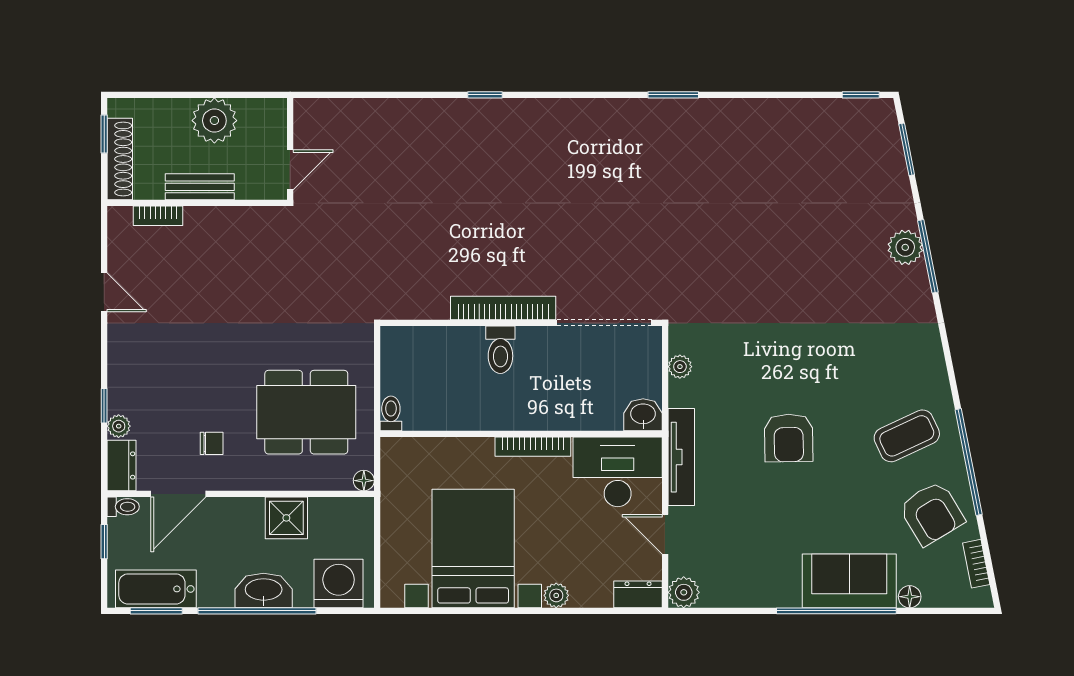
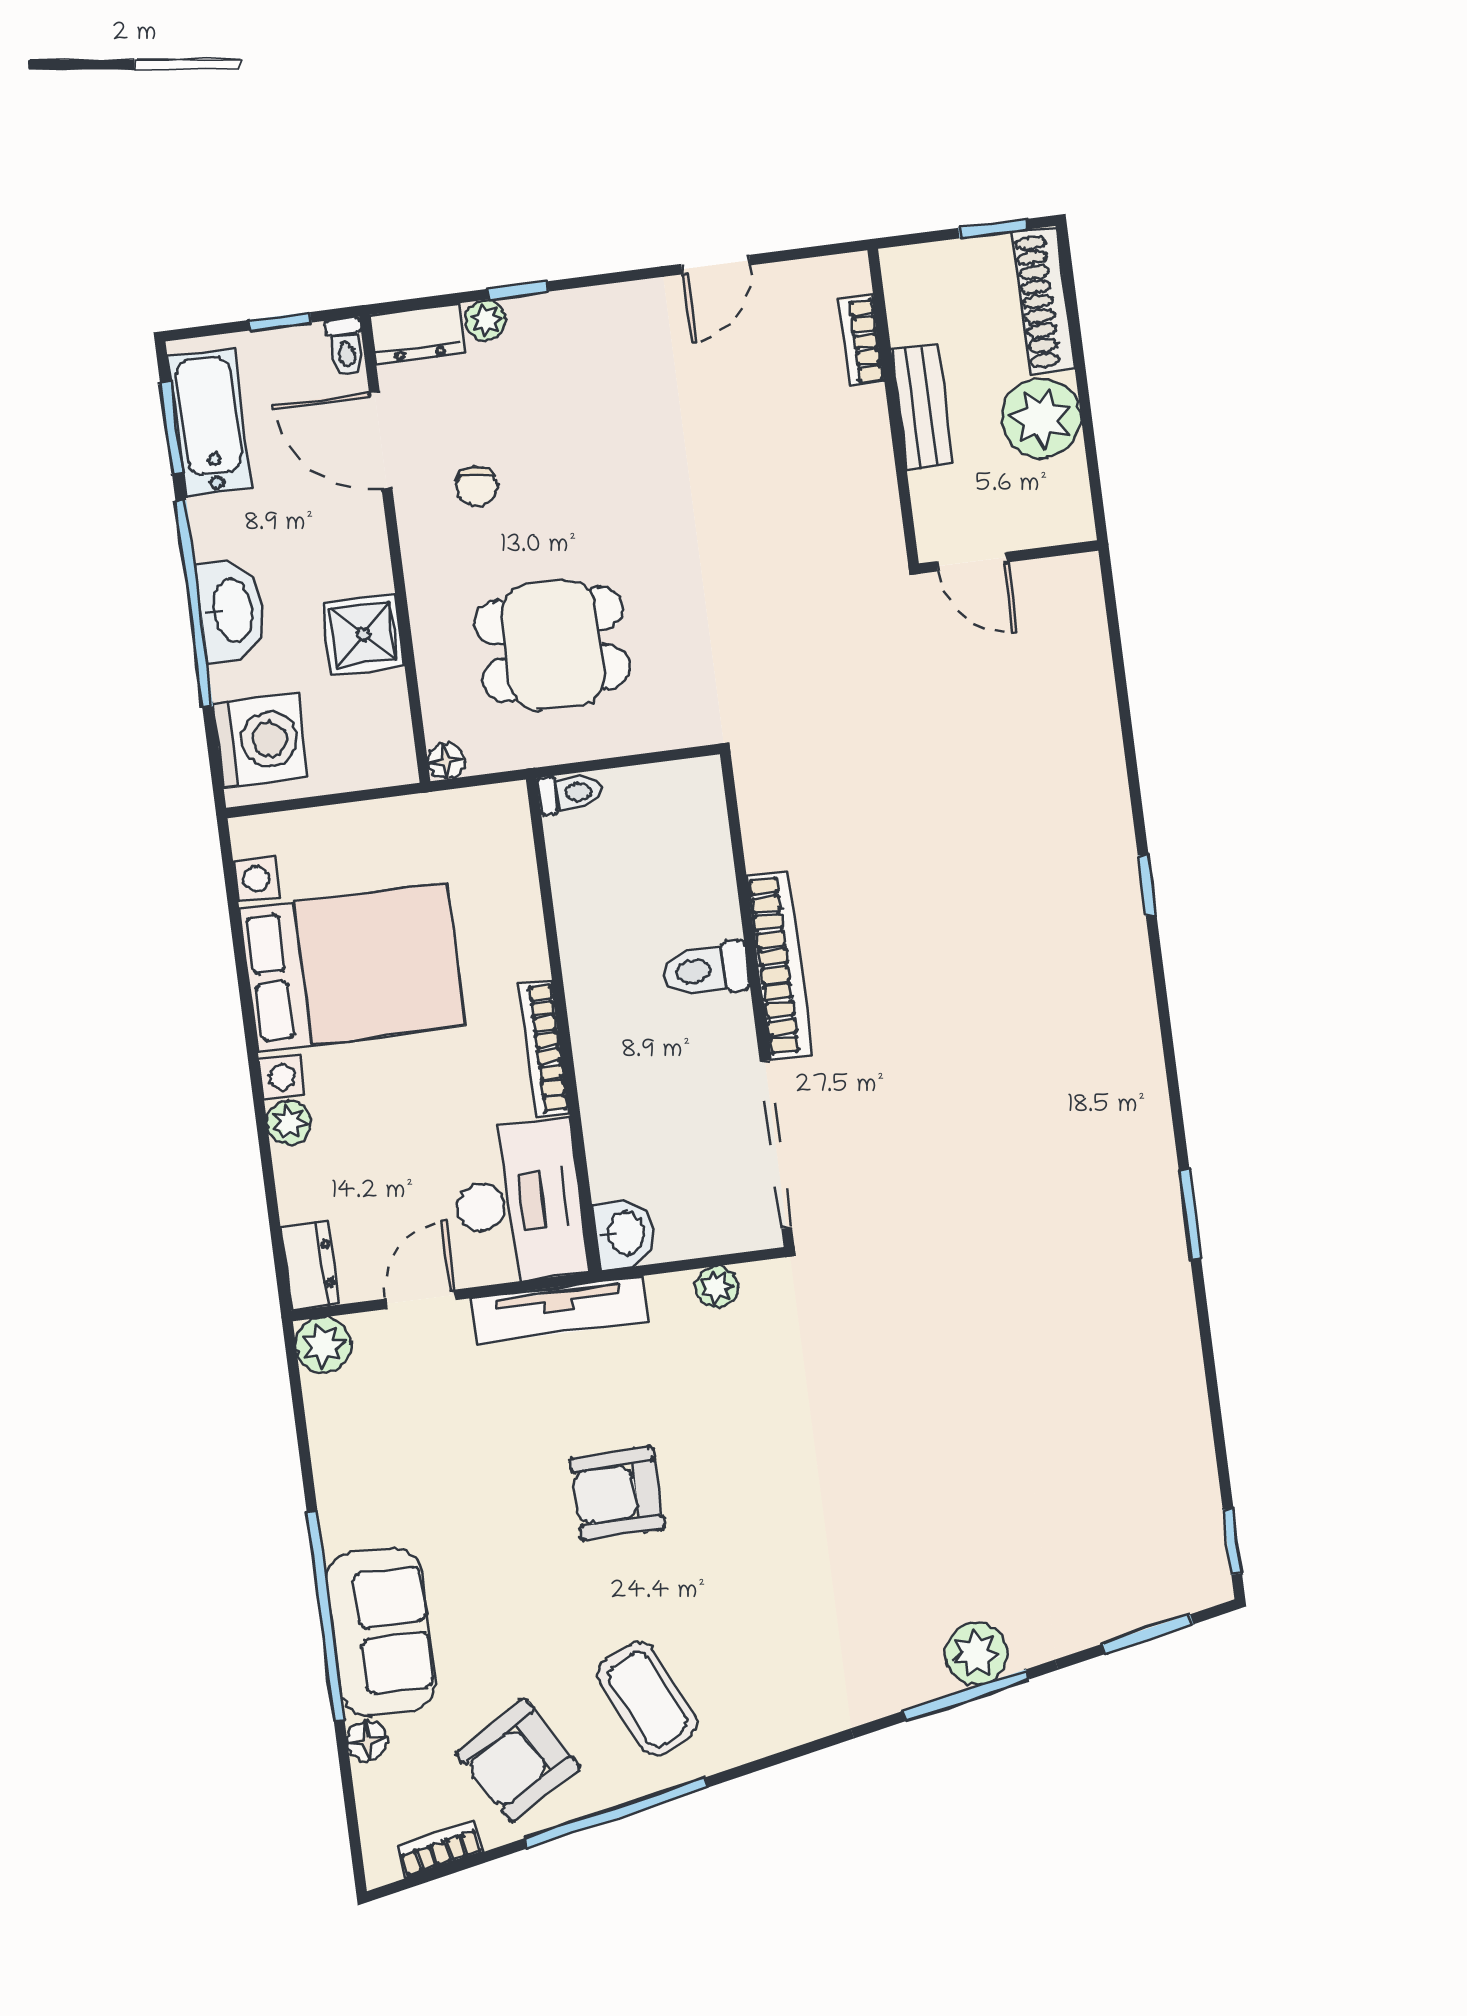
shoe rack: (120, 159) -> (1043, 301), moved, turned 90
dining table: (306, 412) -> (553, 645), width x0.73

